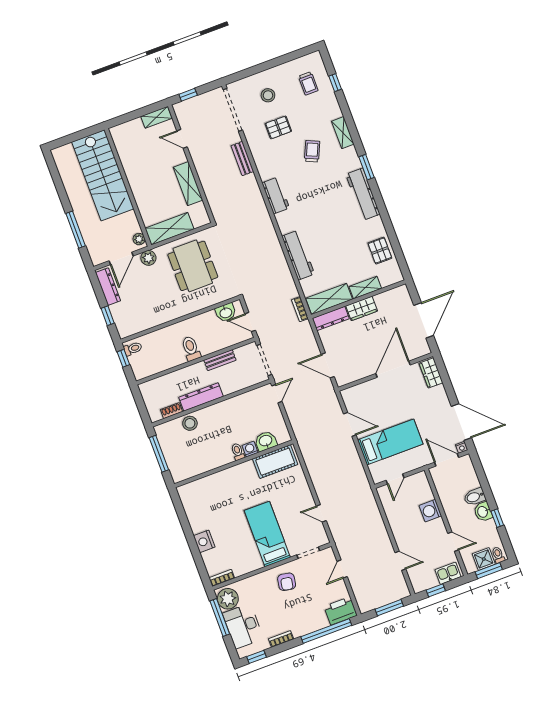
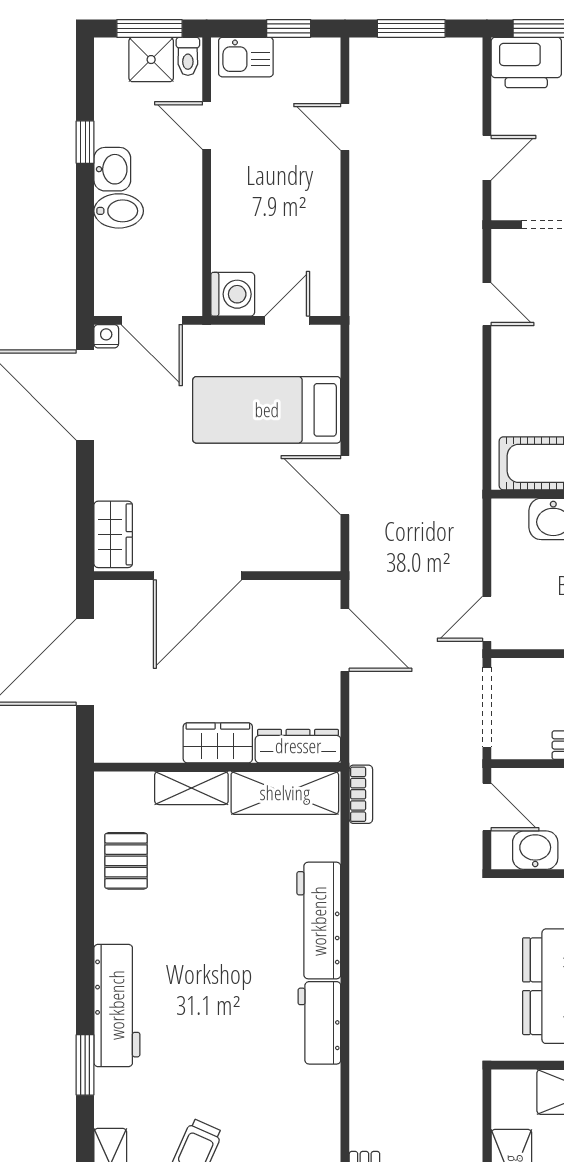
workbench: (276, 195) -> (319, 1023), moved
washing machine: (430, 511) -> (233, 294), moved
toilet: (498, 555) -> (188, 56), moved

